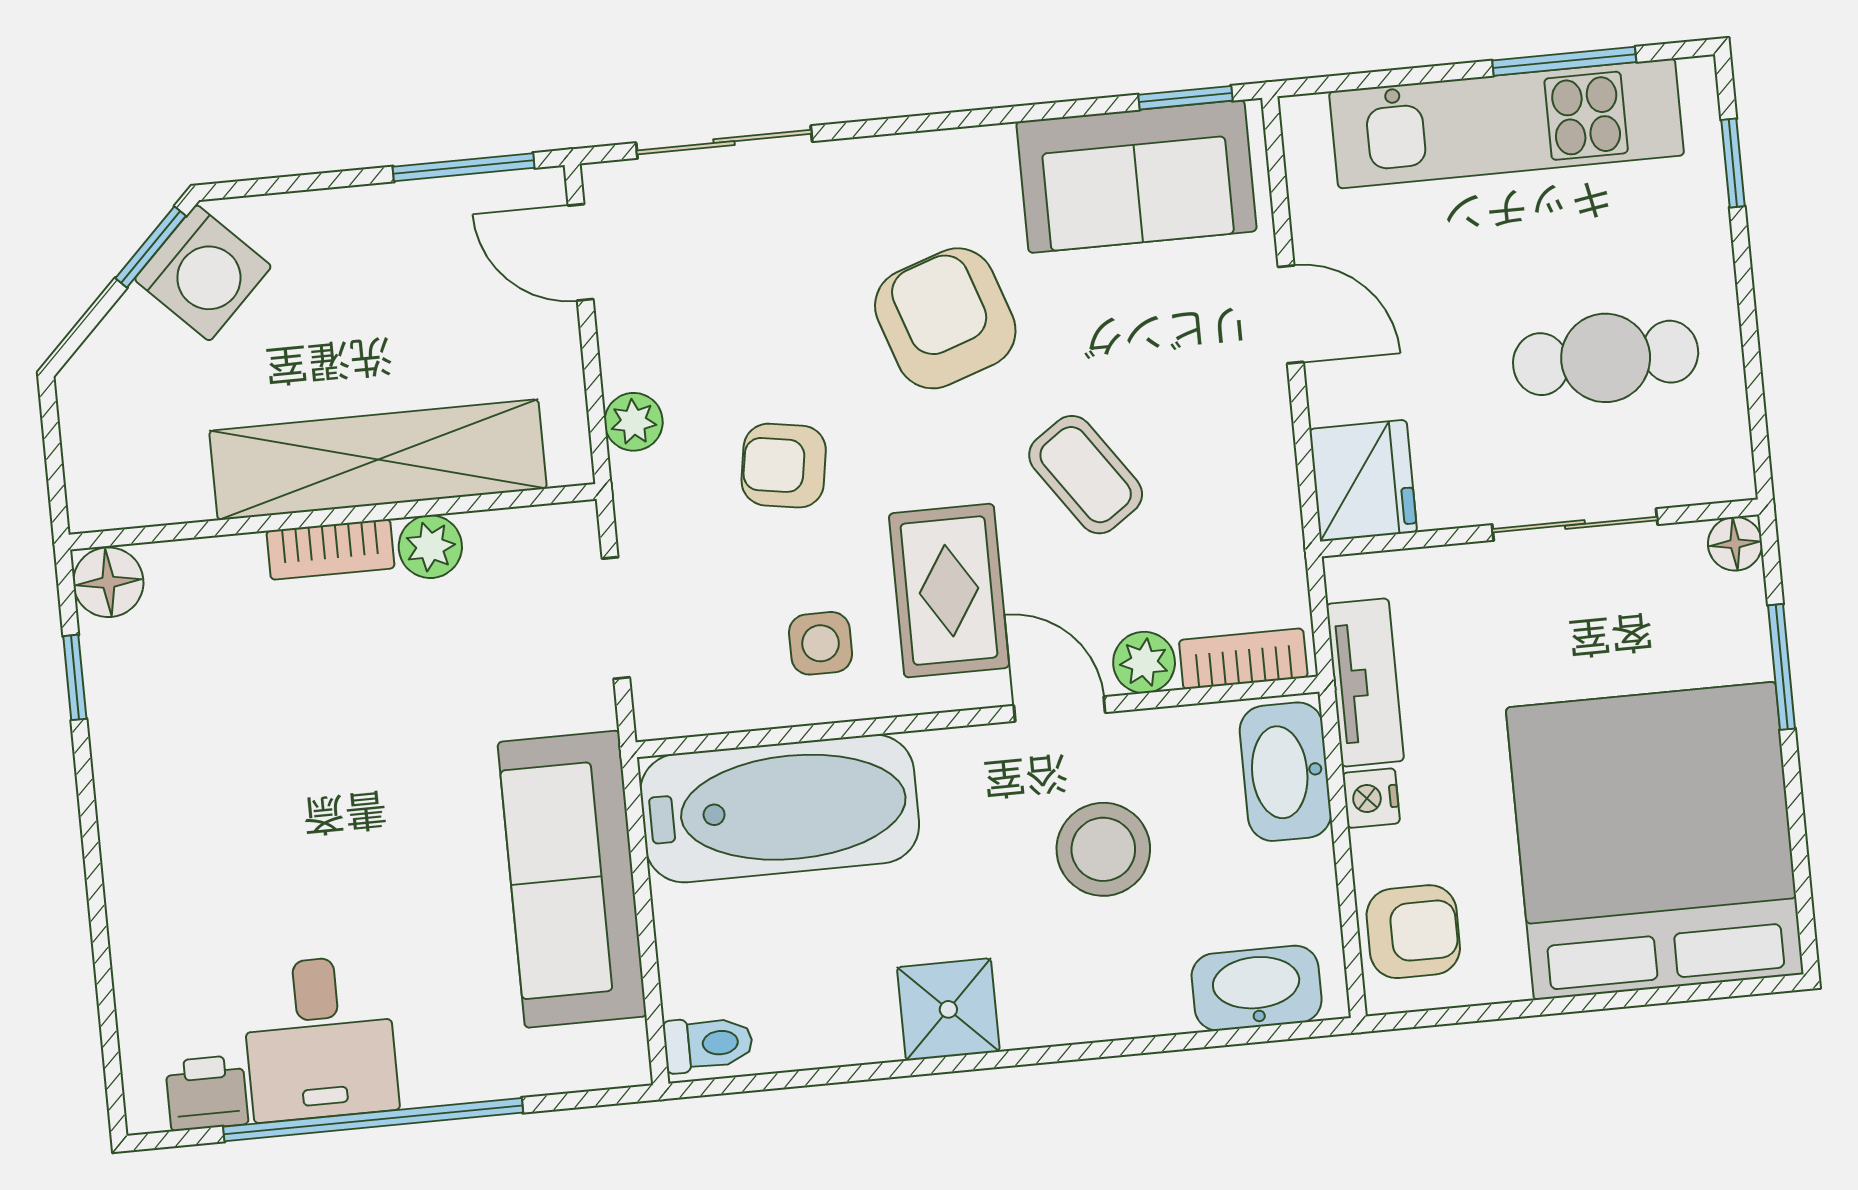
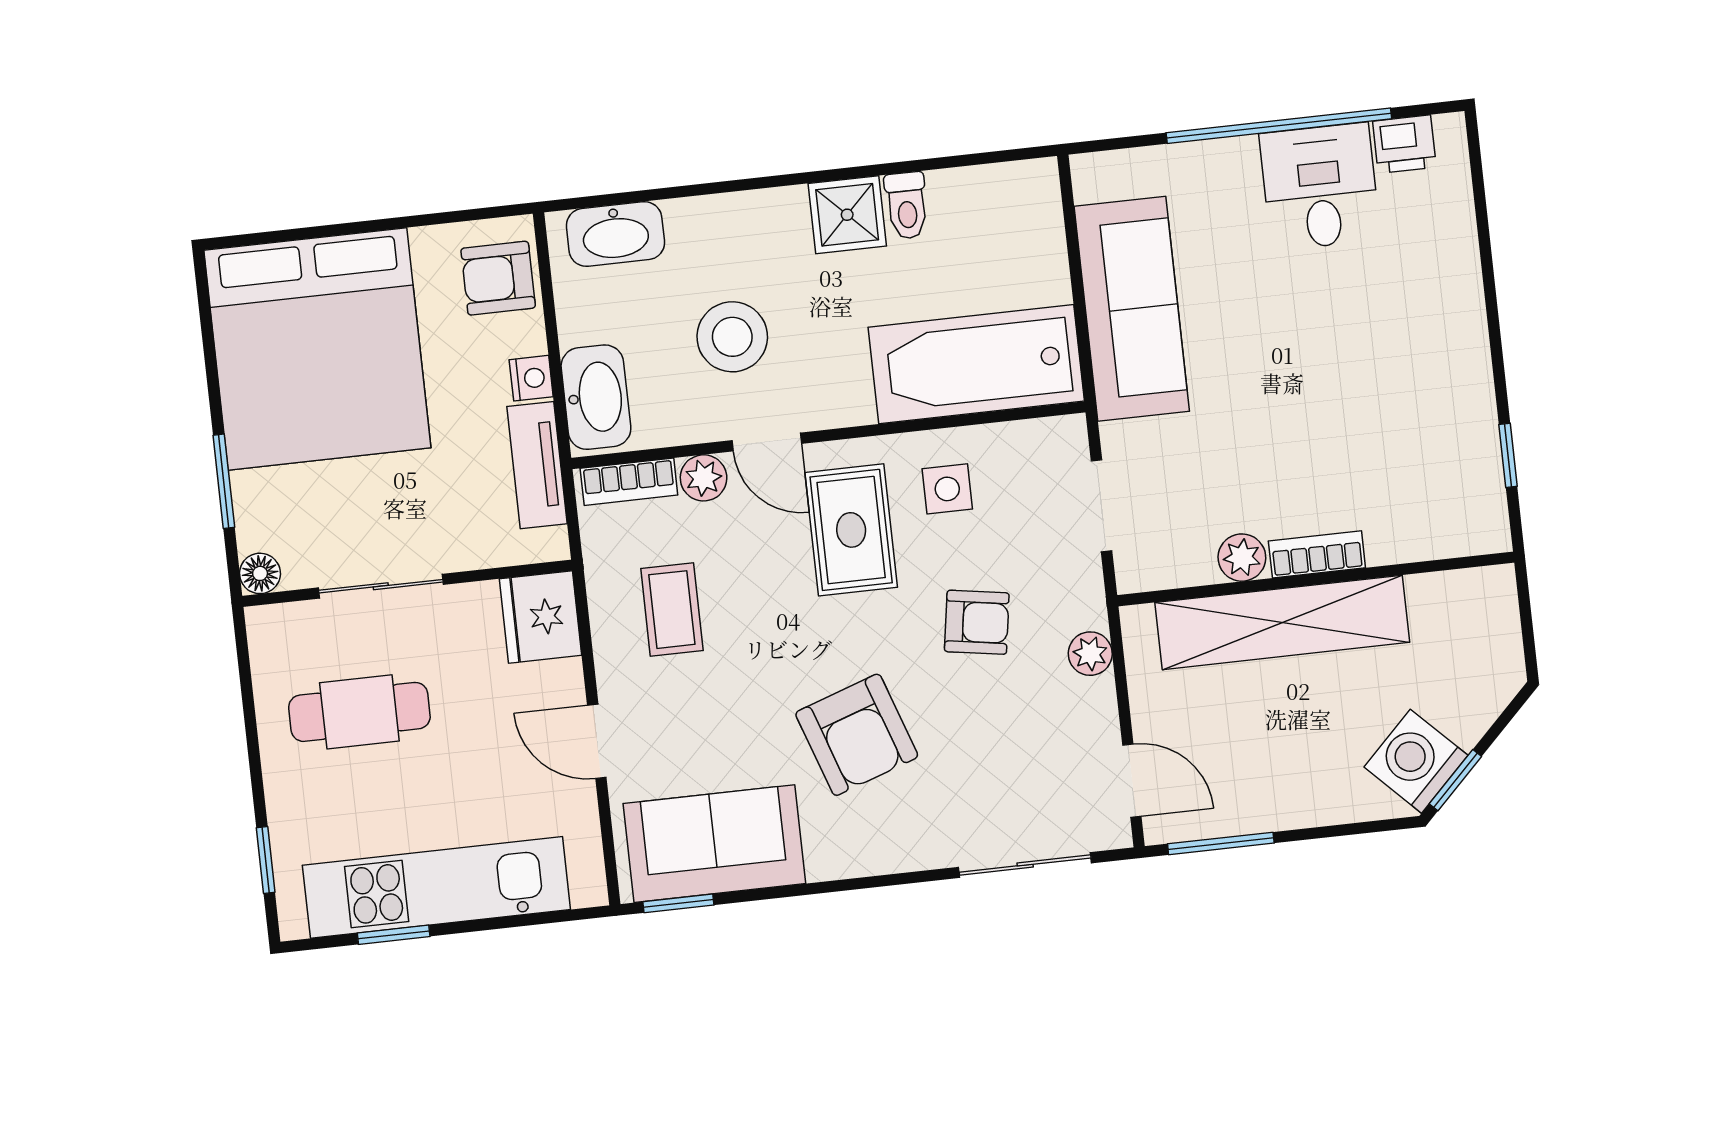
window: (1564, 61) -> (394, 935), width x0.67
coffee table: (1086, 475) -> (672, 610), moved, turned 35
floor lamp: (108, 582) -> (1484, 527), removed
toilet: (708, 1044) -> (907, 205), moved, turned -90

